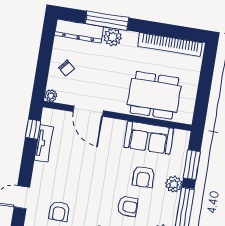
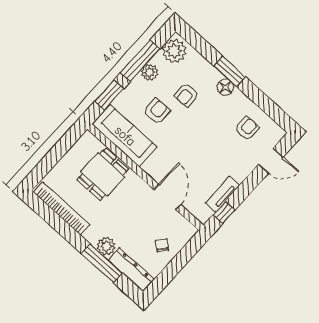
dining table: (154, 95) -> (103, 174), width x0.73
plant: (51, 96) -> (190, 231), removed
sofa: (149, 138) -> (125, 136), width x1.36
plant: (174, 184) -> (150, 72), moved
armchair: (127, 206) -> (187, 95), turned -90

